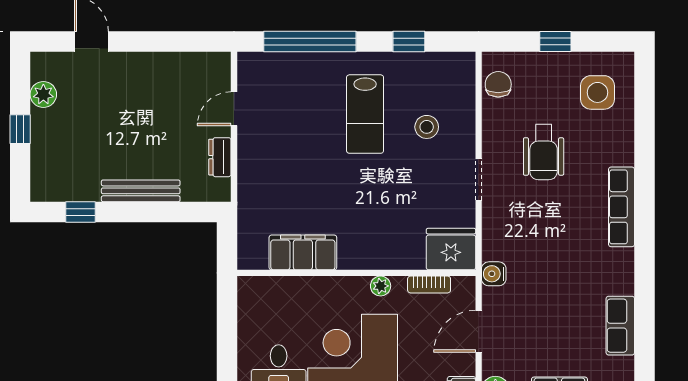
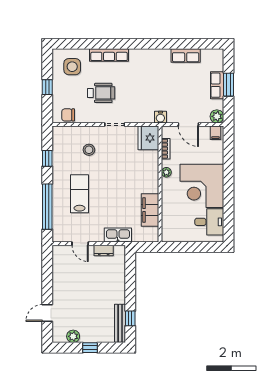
lab bench: (365, 114) -> (80, 194), moved, turned -90
kitchen sink: (252, 187) -> (118, 235), added
bench: (141, 191) -> (120, 323), moved
row of seats: (622, 207) -> (109, 55), moved

